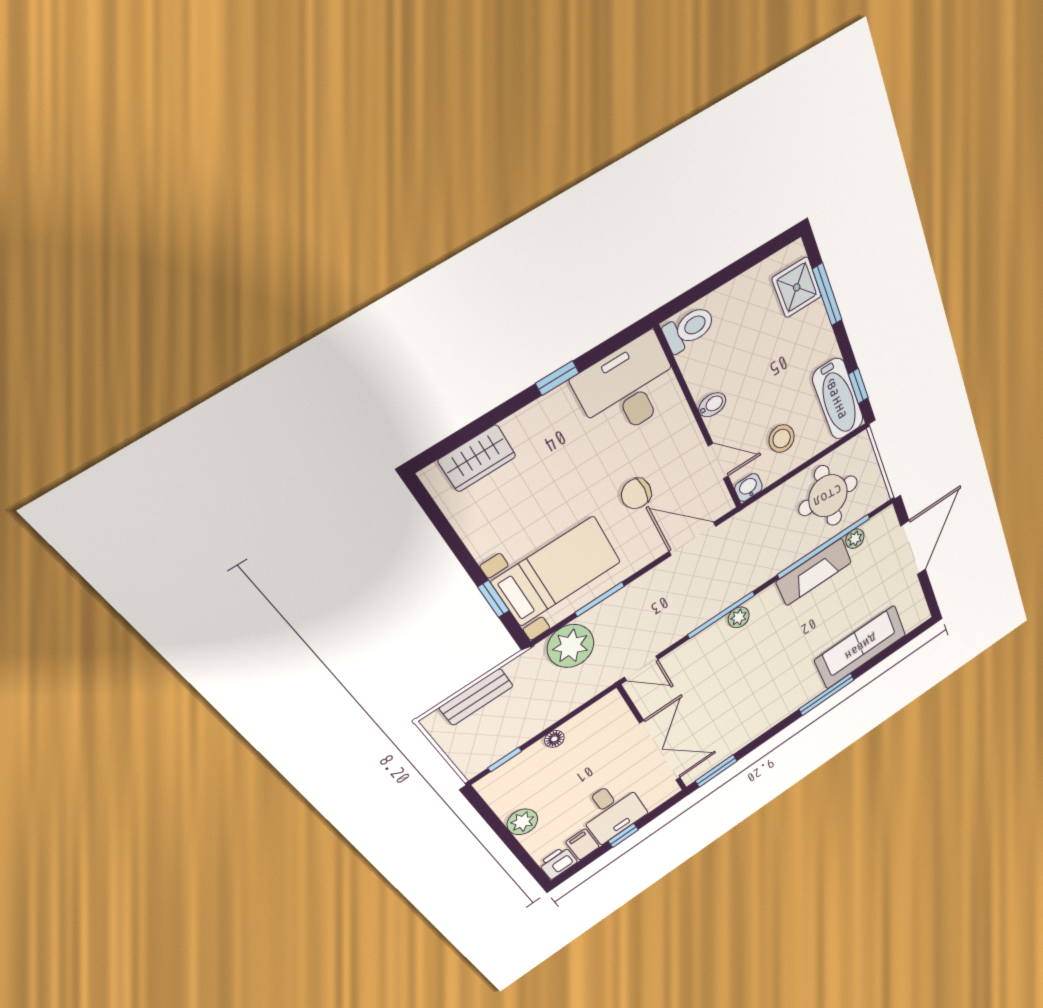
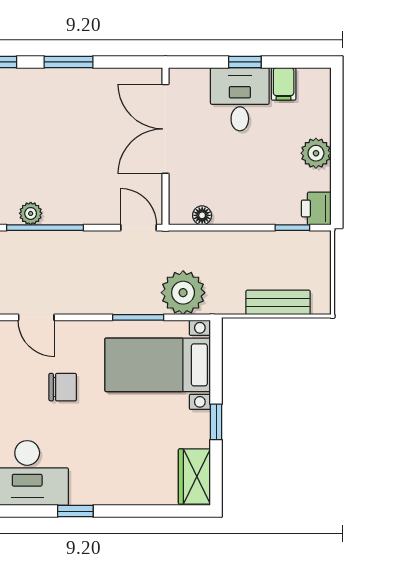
wardrobe: (477, 458) -> (194, 477), moved, turned -90
door: (693, 539) -> (36, 317), width x0.73
window: (494, 599) -> (216, 422), moved
floor lamp: (554, 739) -> (202, 215), moved
window: (716, 771) -> (68, 62), moved
printer: (558, 863) -> (316, 208), moved, turned 90

